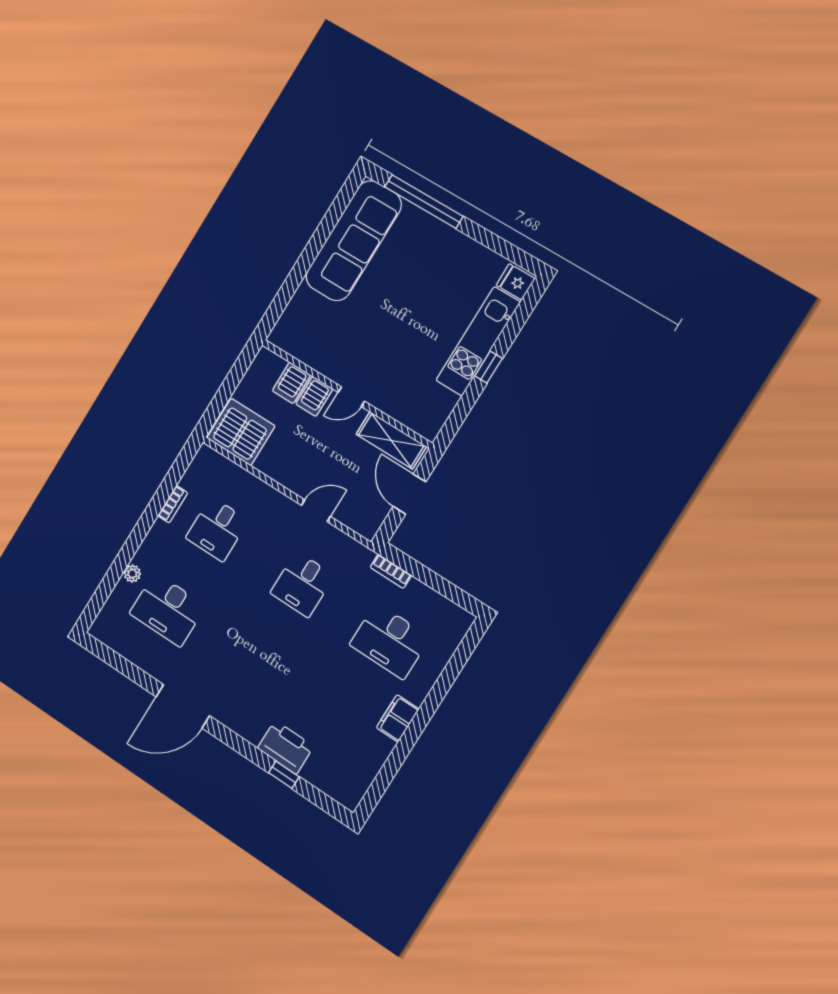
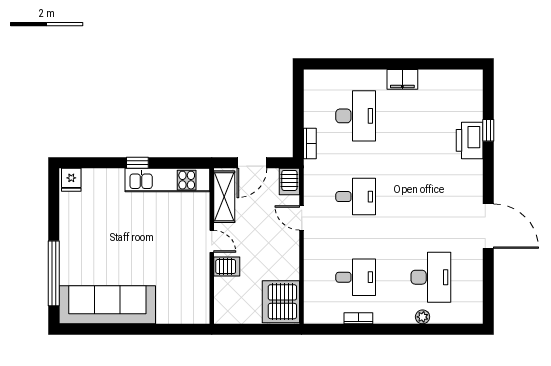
kitchen unit: (478, 341) -> (167, 180), moved
server rack: (291, 383) -> (289, 181), moved, turned 90

